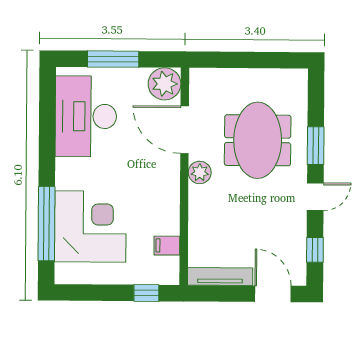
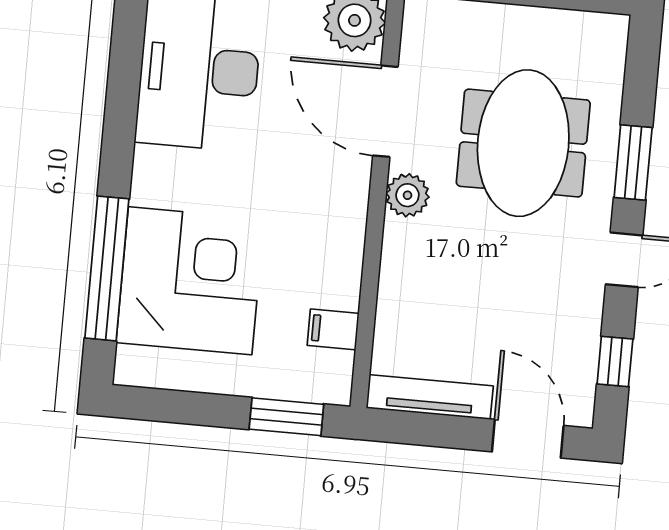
window: (146, 293) -> (286, 417), width x1.50

